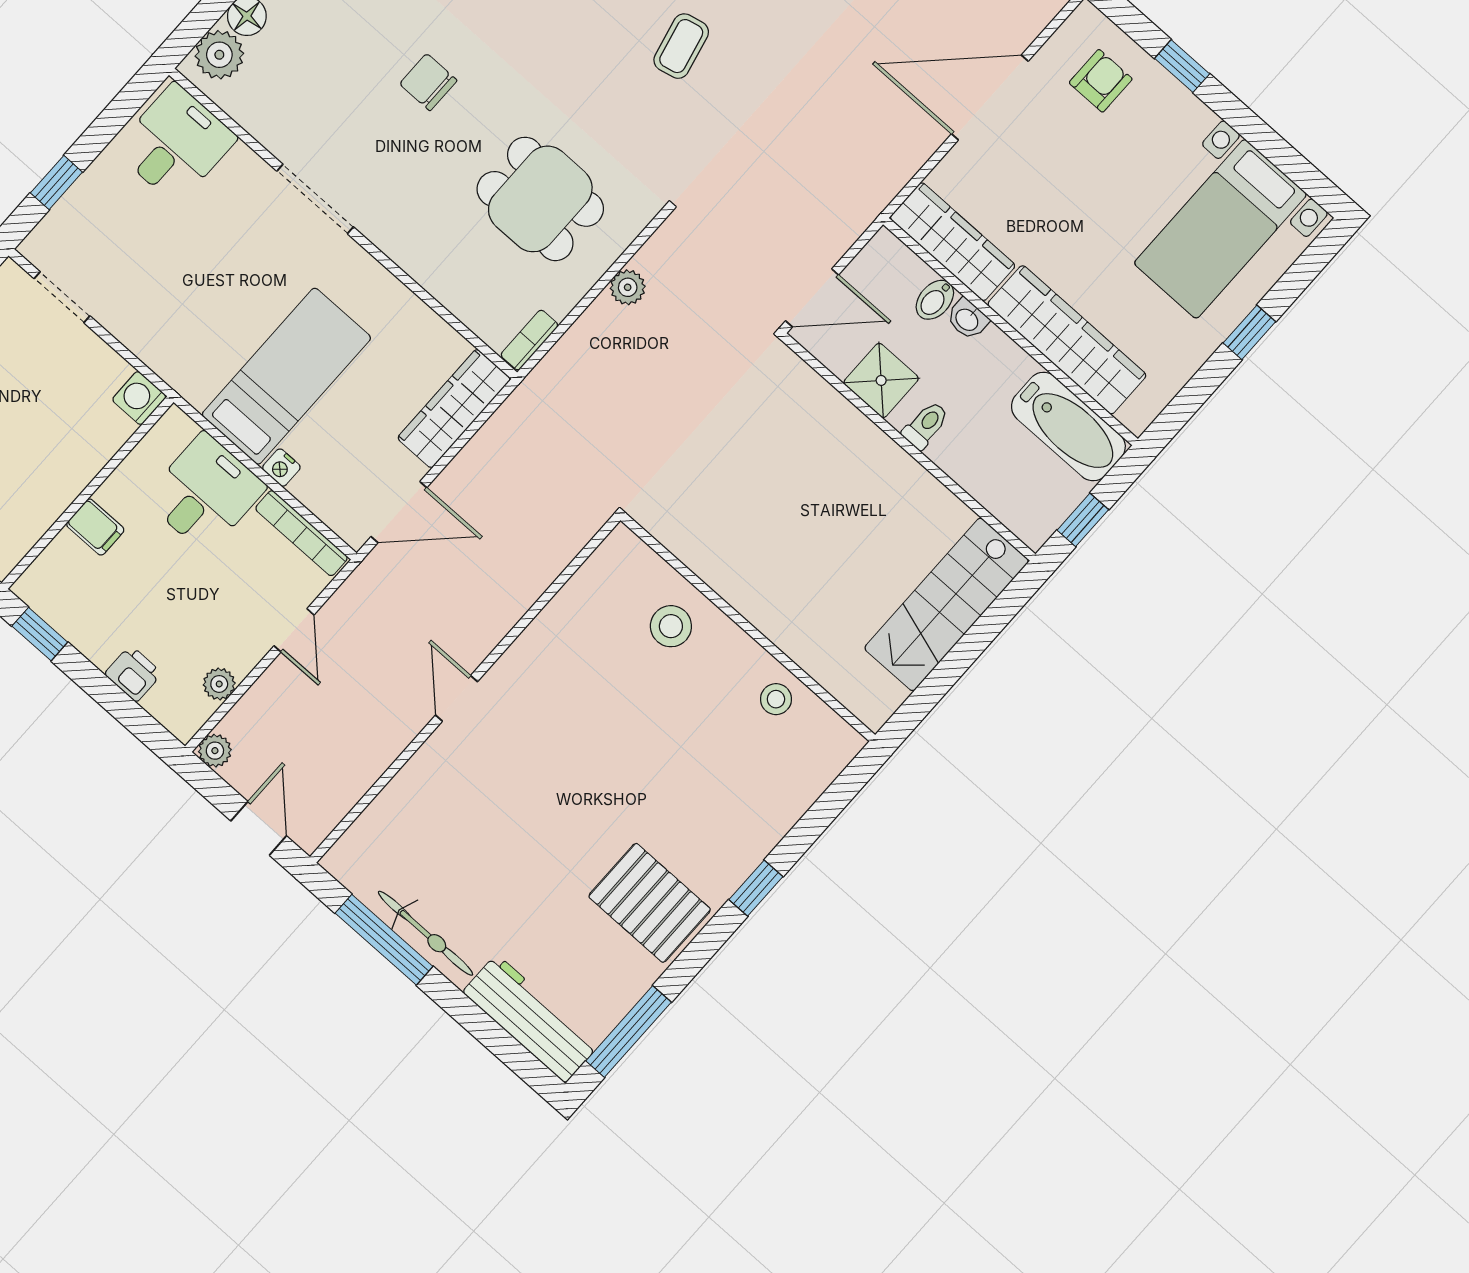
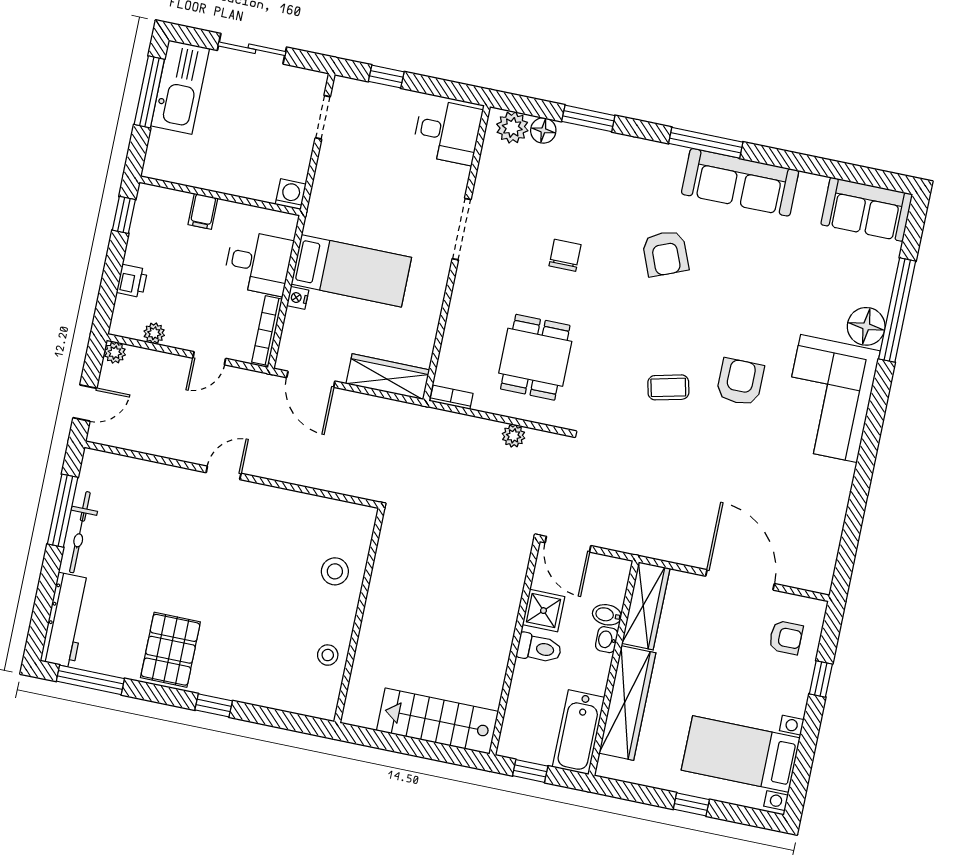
toilet: (926, 425) -> (539, 648), width x1.37, depth x1.39

